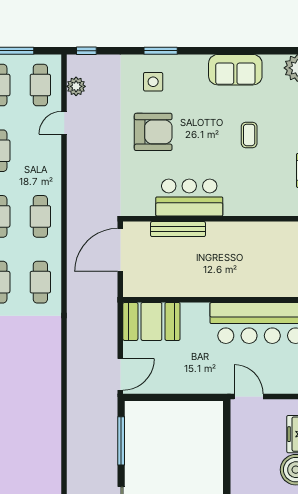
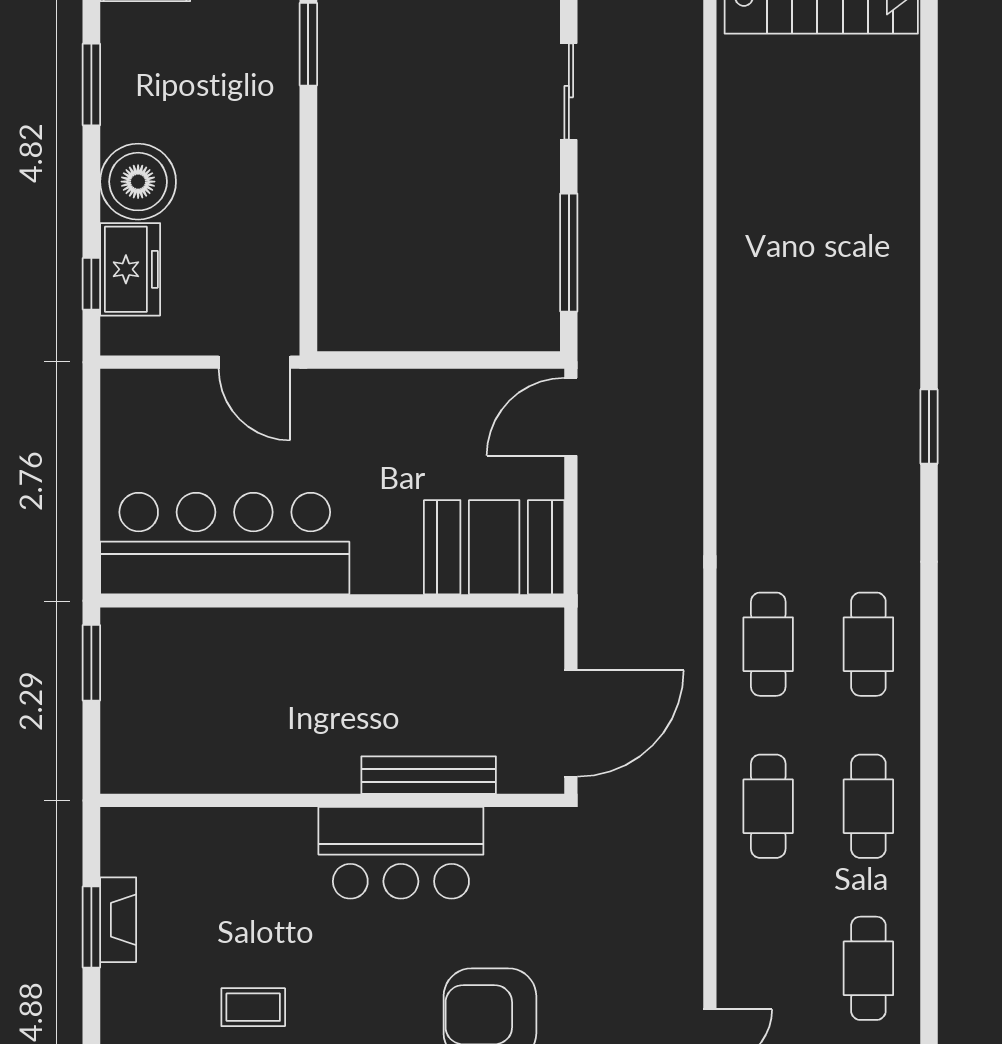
coffee table: (249, 135) -> (253, 1007), turned 90

